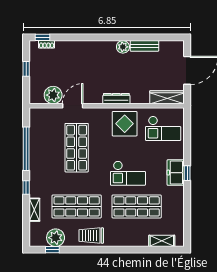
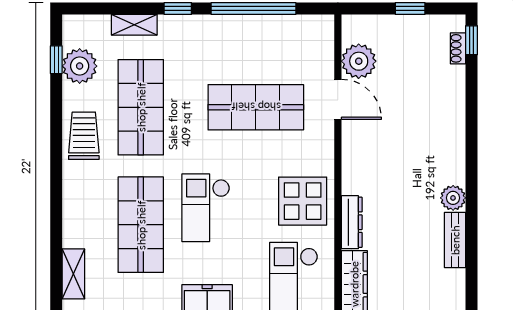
dresser: (116, 99) -> (352, 222), moved

